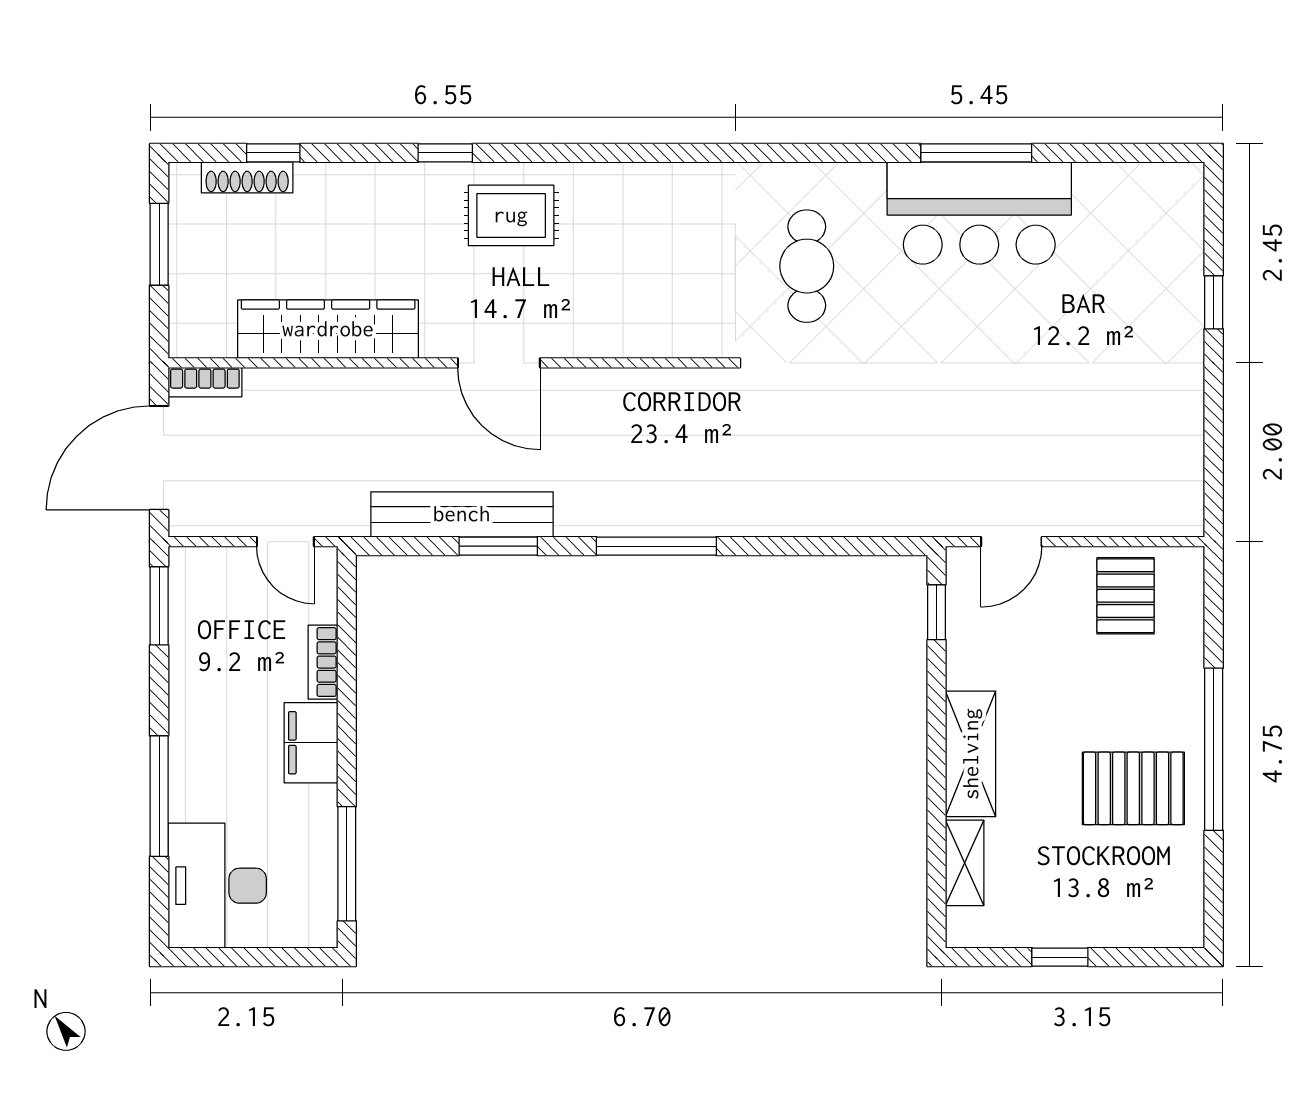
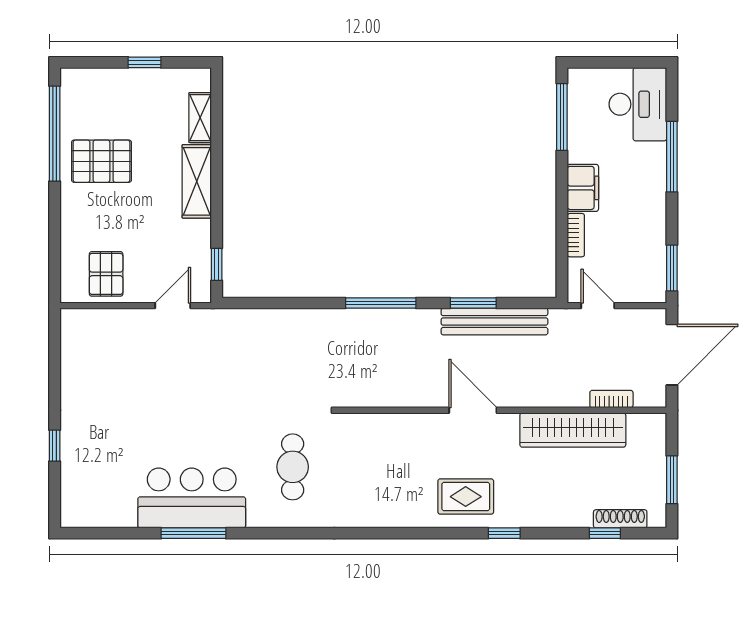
bookcase: (205, 382) -> (611, 399), moved
window: (1214, 749) -> (55, 134), moved

